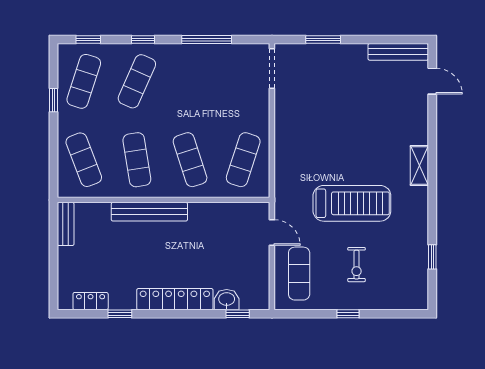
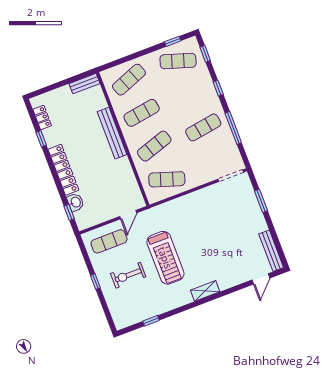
exercise mat: (137, 81) -> (203, 127), moved, turned -33
window: (53, 100) -> (173, 41), moved
exercise bike: (357, 265) -> (128, 275), width x1.38, depth x1.39

